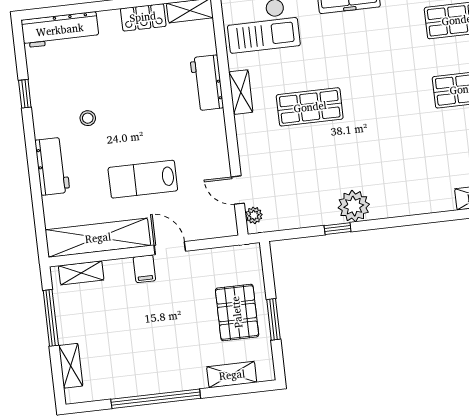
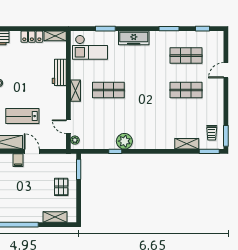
shelving: (241, 92) -> (75, 91), moved
pallet: (237, 312) -> (61, 187), width x0.67, depth x0.71
window: (273, 319) -> (79, 169), moved

